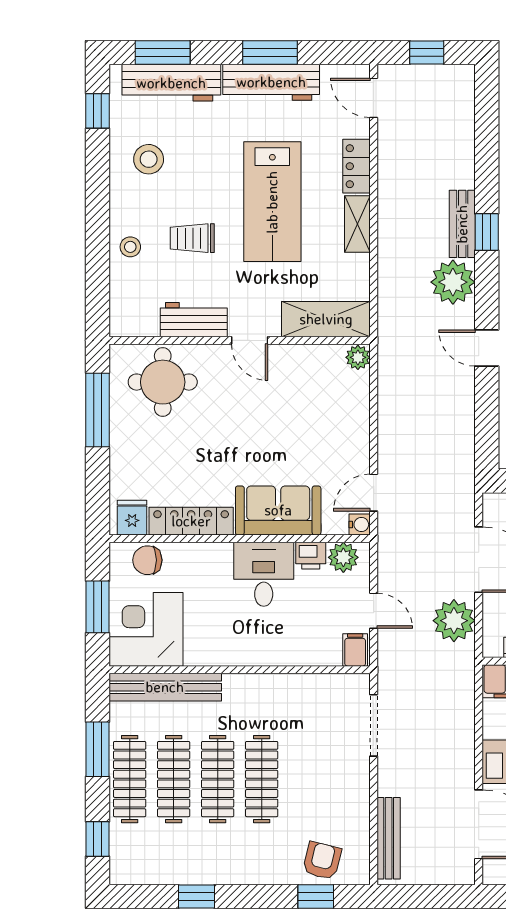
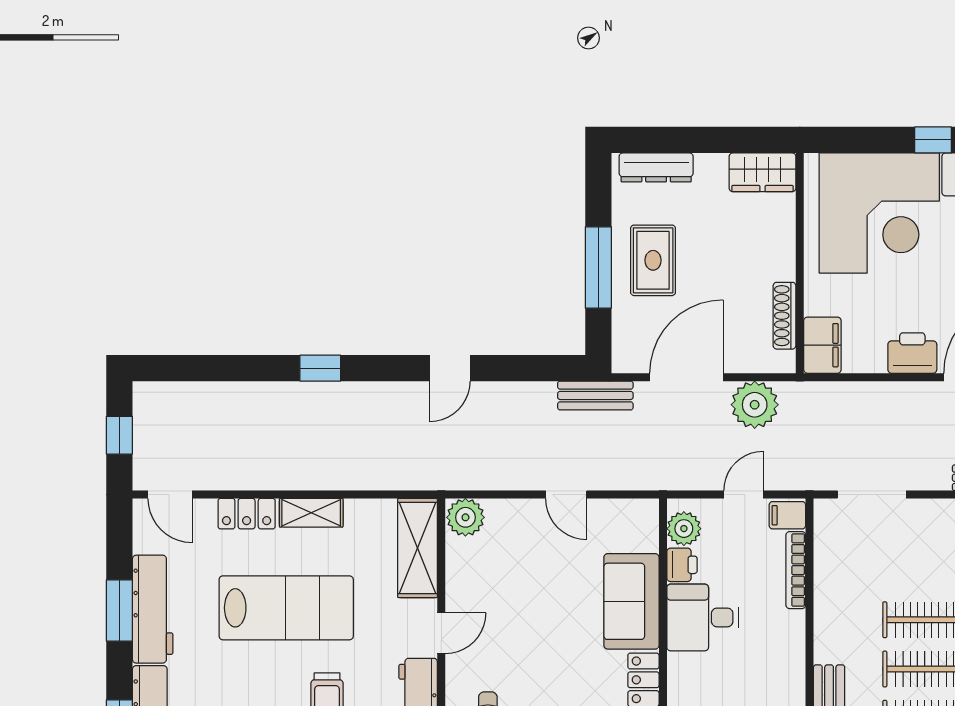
door: (374, 98) -> (170, 494), hinge flipped
bench: (462, 224) -> (595, 395), moved
plant: (453, 282) -> (376, 406), removed
plant: (358, 357) -> (465, 517), width x1.38, depth x1.38
door: (374, 493) -> (566, 494), moved
water cooler: (360, 525) -> (647, 510), removed
bookcase: (306, 657) -> (796, 570), added

